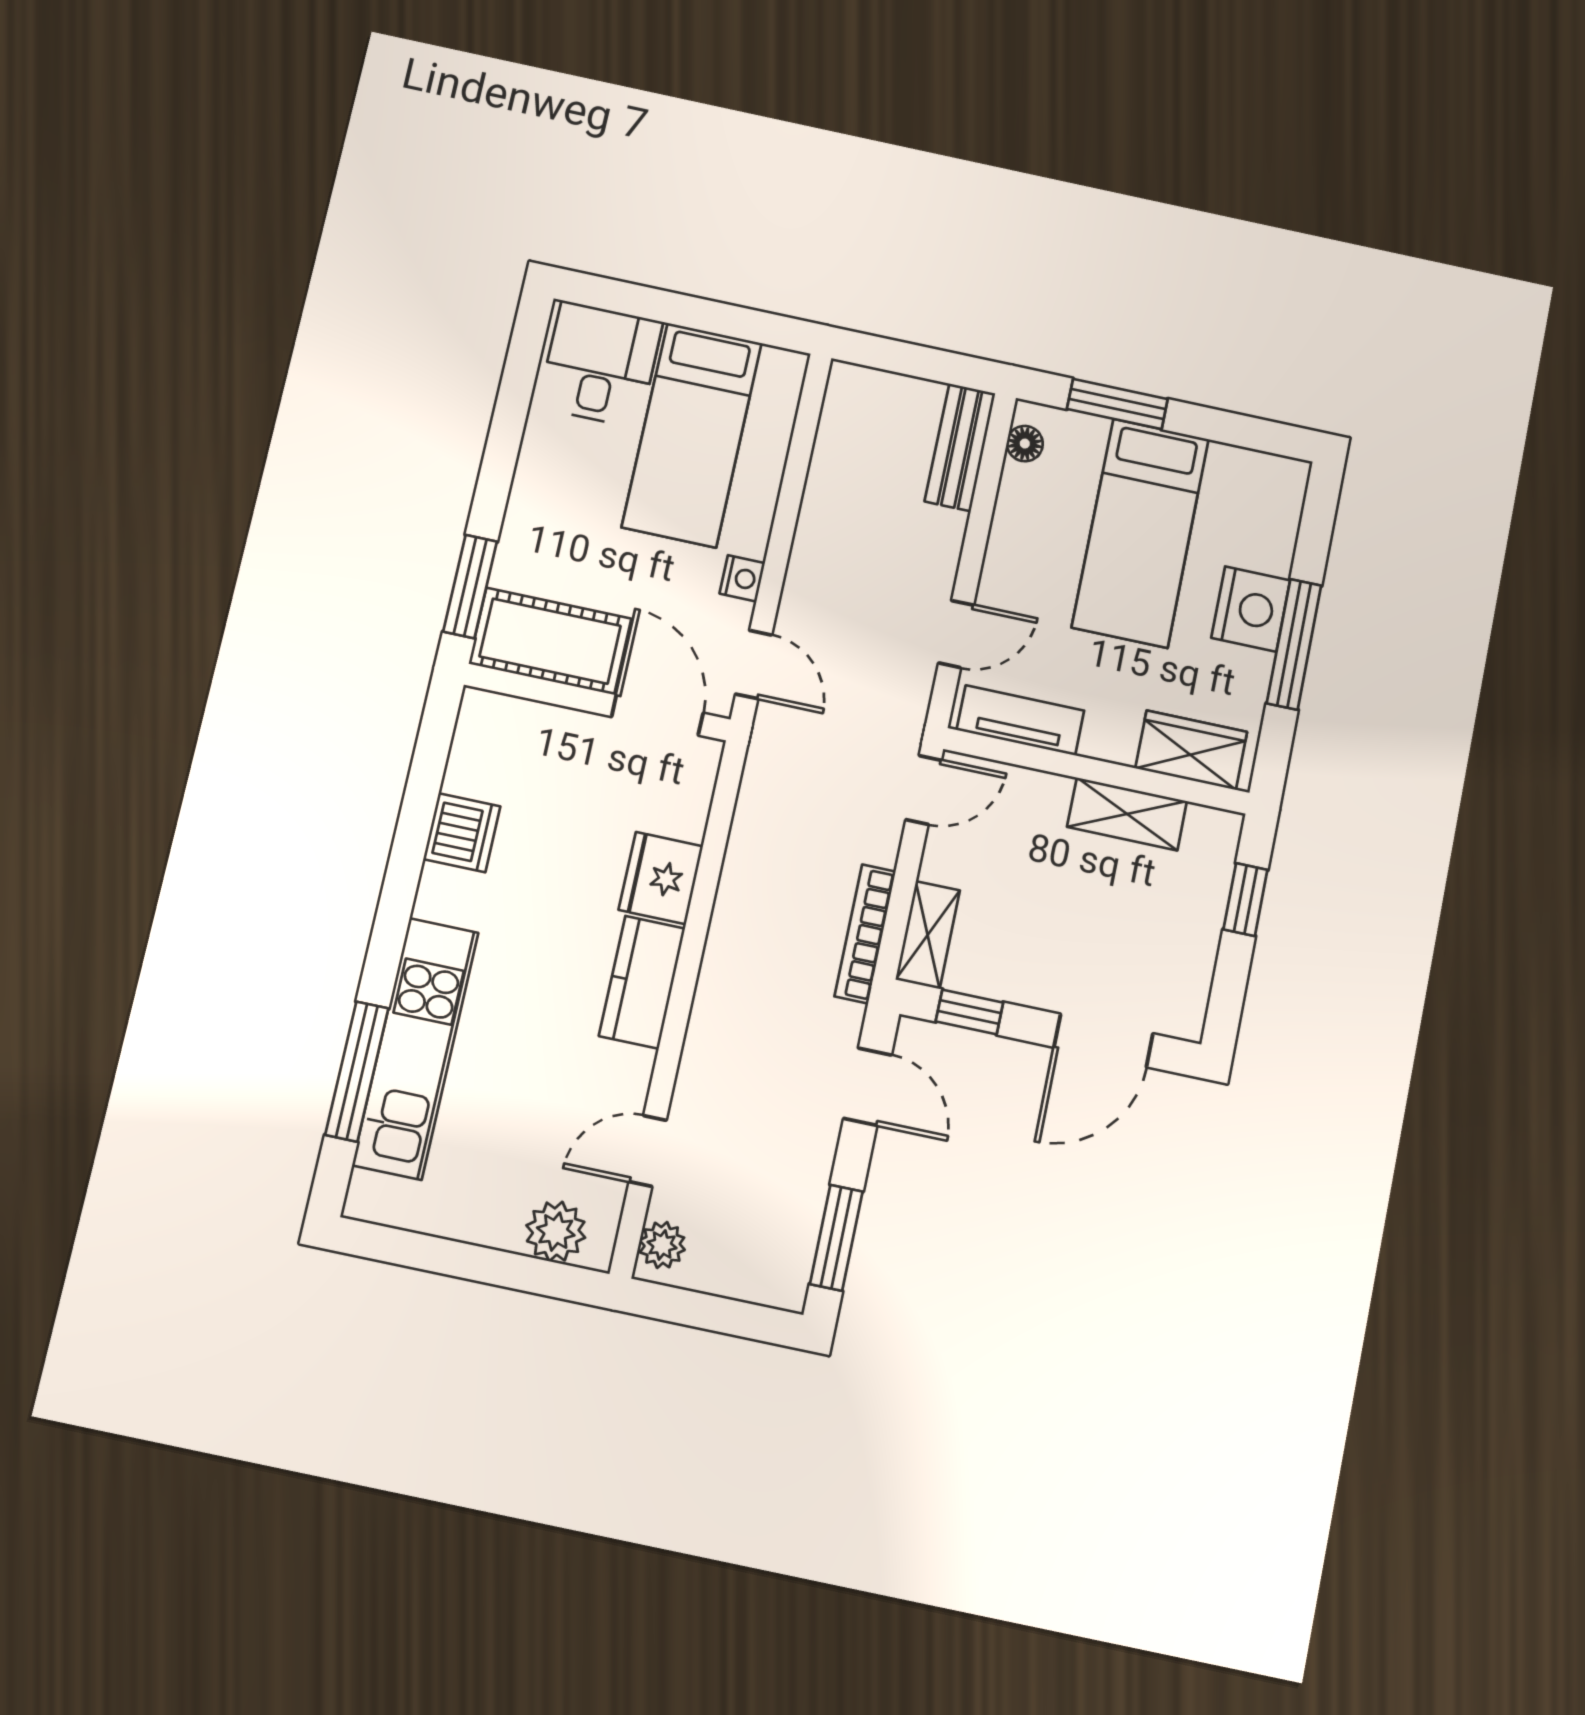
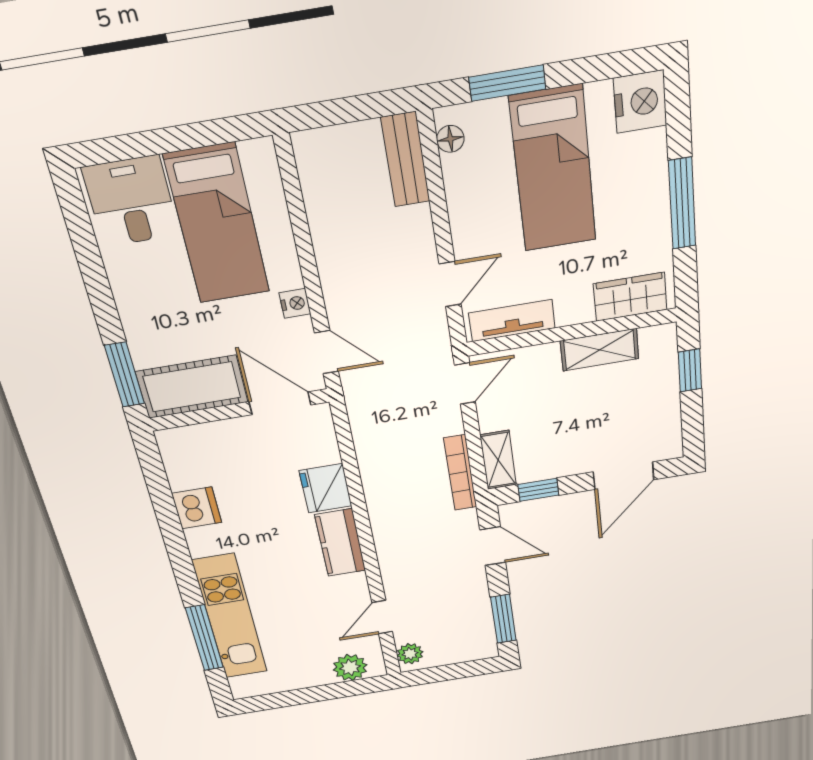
nightstand: (1251, 609) -> (640, 102), moved

